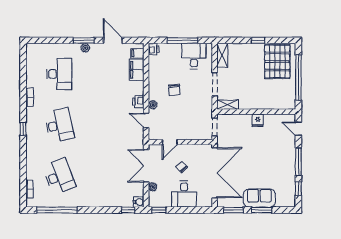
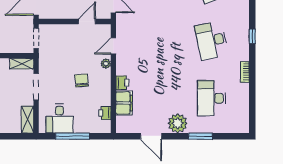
window: (84, 40) -> (200, 136), moved
plant: (85, 48) -> (178, 123), width x1.88, depth x1.88
printer: (154, 49) -> (105, 113), moved
filing cabinet: (137, 53) -> (123, 122), removed
printer: (138, 102) -> (122, 83), moved
door: (146, 120) -> (113, 46), swing flipped

